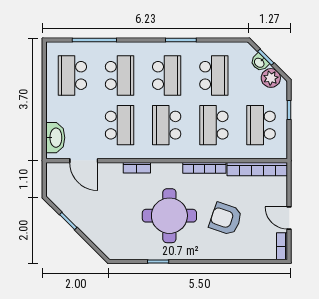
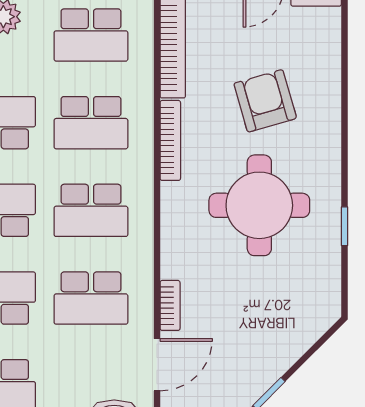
school desk: (120, 125) -> (91, 298), turned 180
bookcase: (137, 168) -> (170, 305), moved
armchair: (226, 219) -> (265, 101), turned 145

